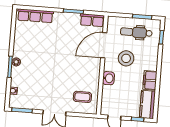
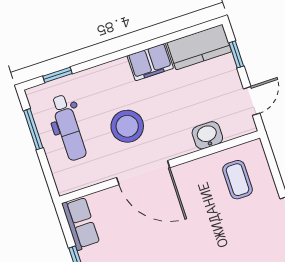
door: (104, 45) -> (143, 173), moved
washbasin: (108, 78) -> (207, 135), moved

